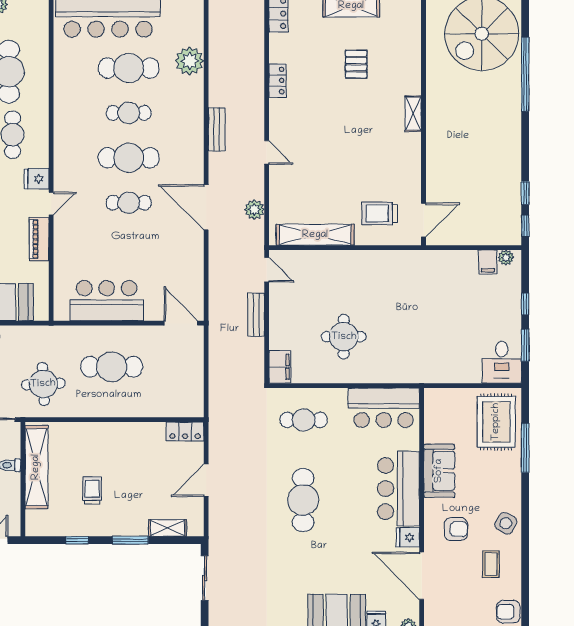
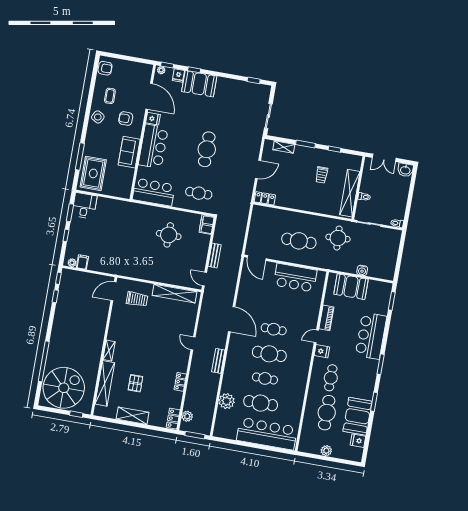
shelving: (410, 54) -> (105, 383), added
plant: (254, 210) -> (187, 416), moved

